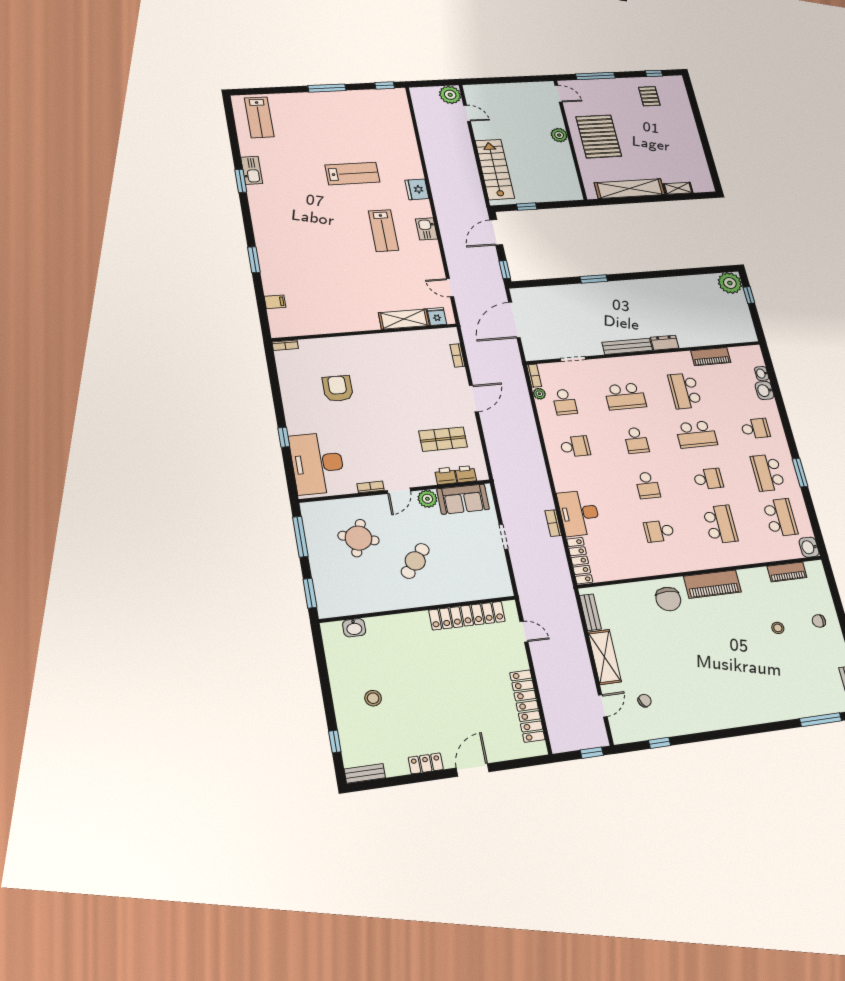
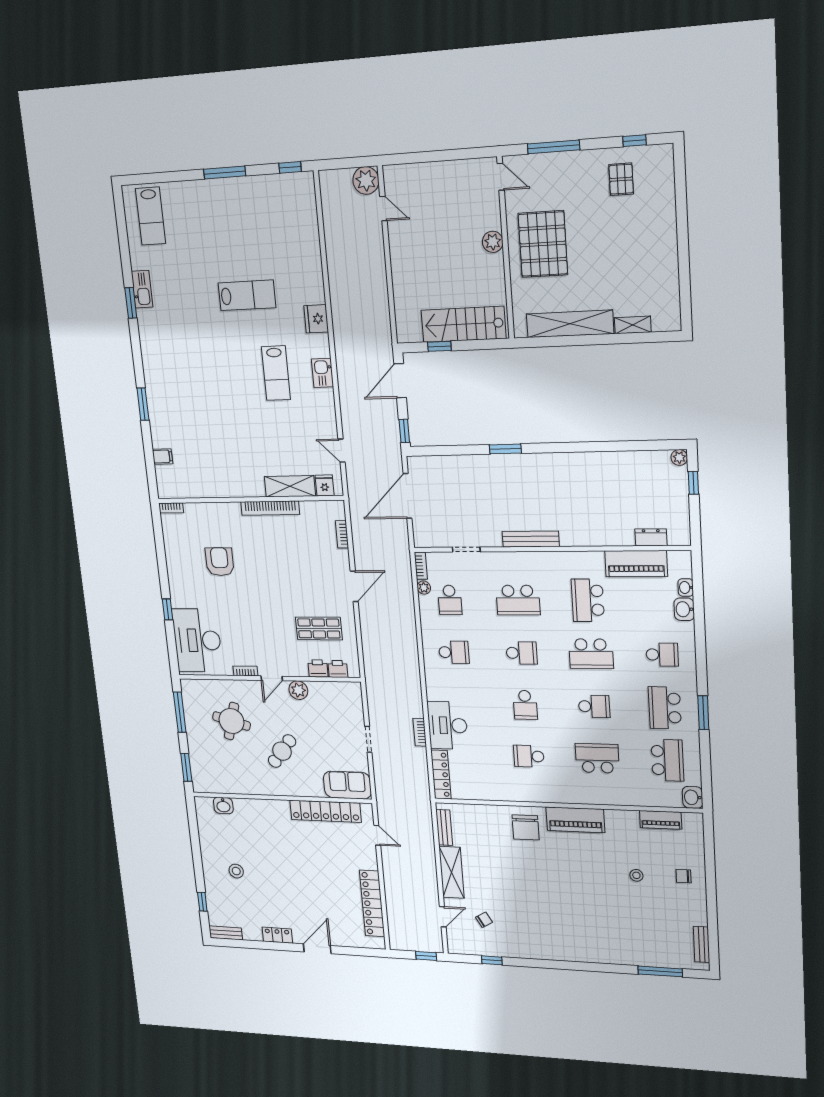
stairs: (495, 169) -> (463, 324), moved, turned -90
plant: (730, 283) -> (679, 457), width x0.53, depth x0.53
bookcase: (386, 338) -> (270, 508), added
dresser: (665, 343) -> (651, 537), moved
piano: (711, 357) -> (636, 564), width x1.37, depth x1.33
school desk: (636, 440) -> (522, 653), turned -90
sofa: (463, 499) -> (347, 785), moved, turned 180
school desk: (720, 524) -> (597, 758), turned -90

